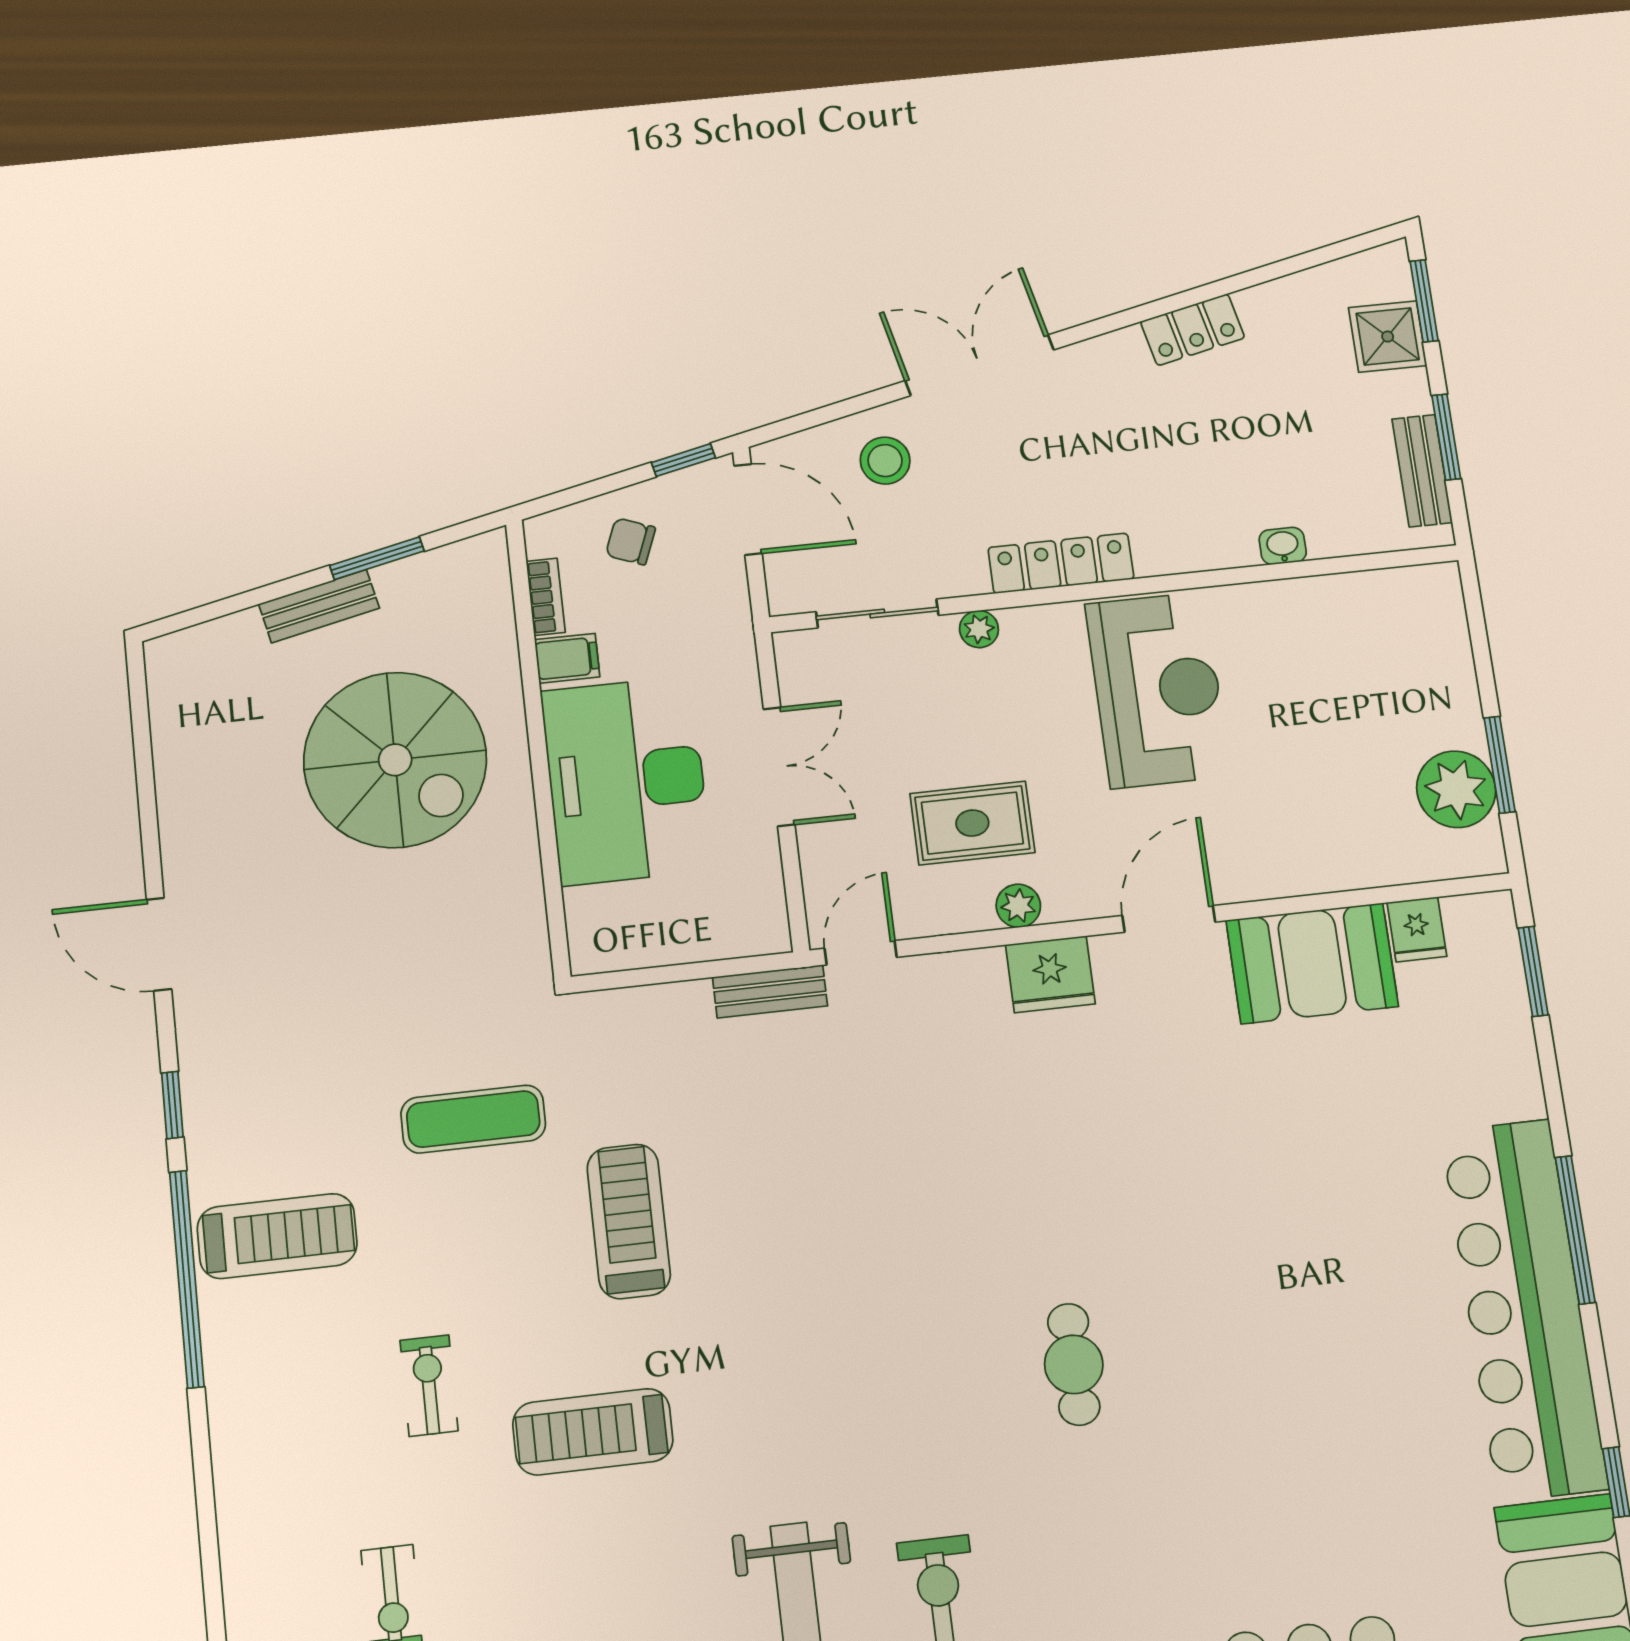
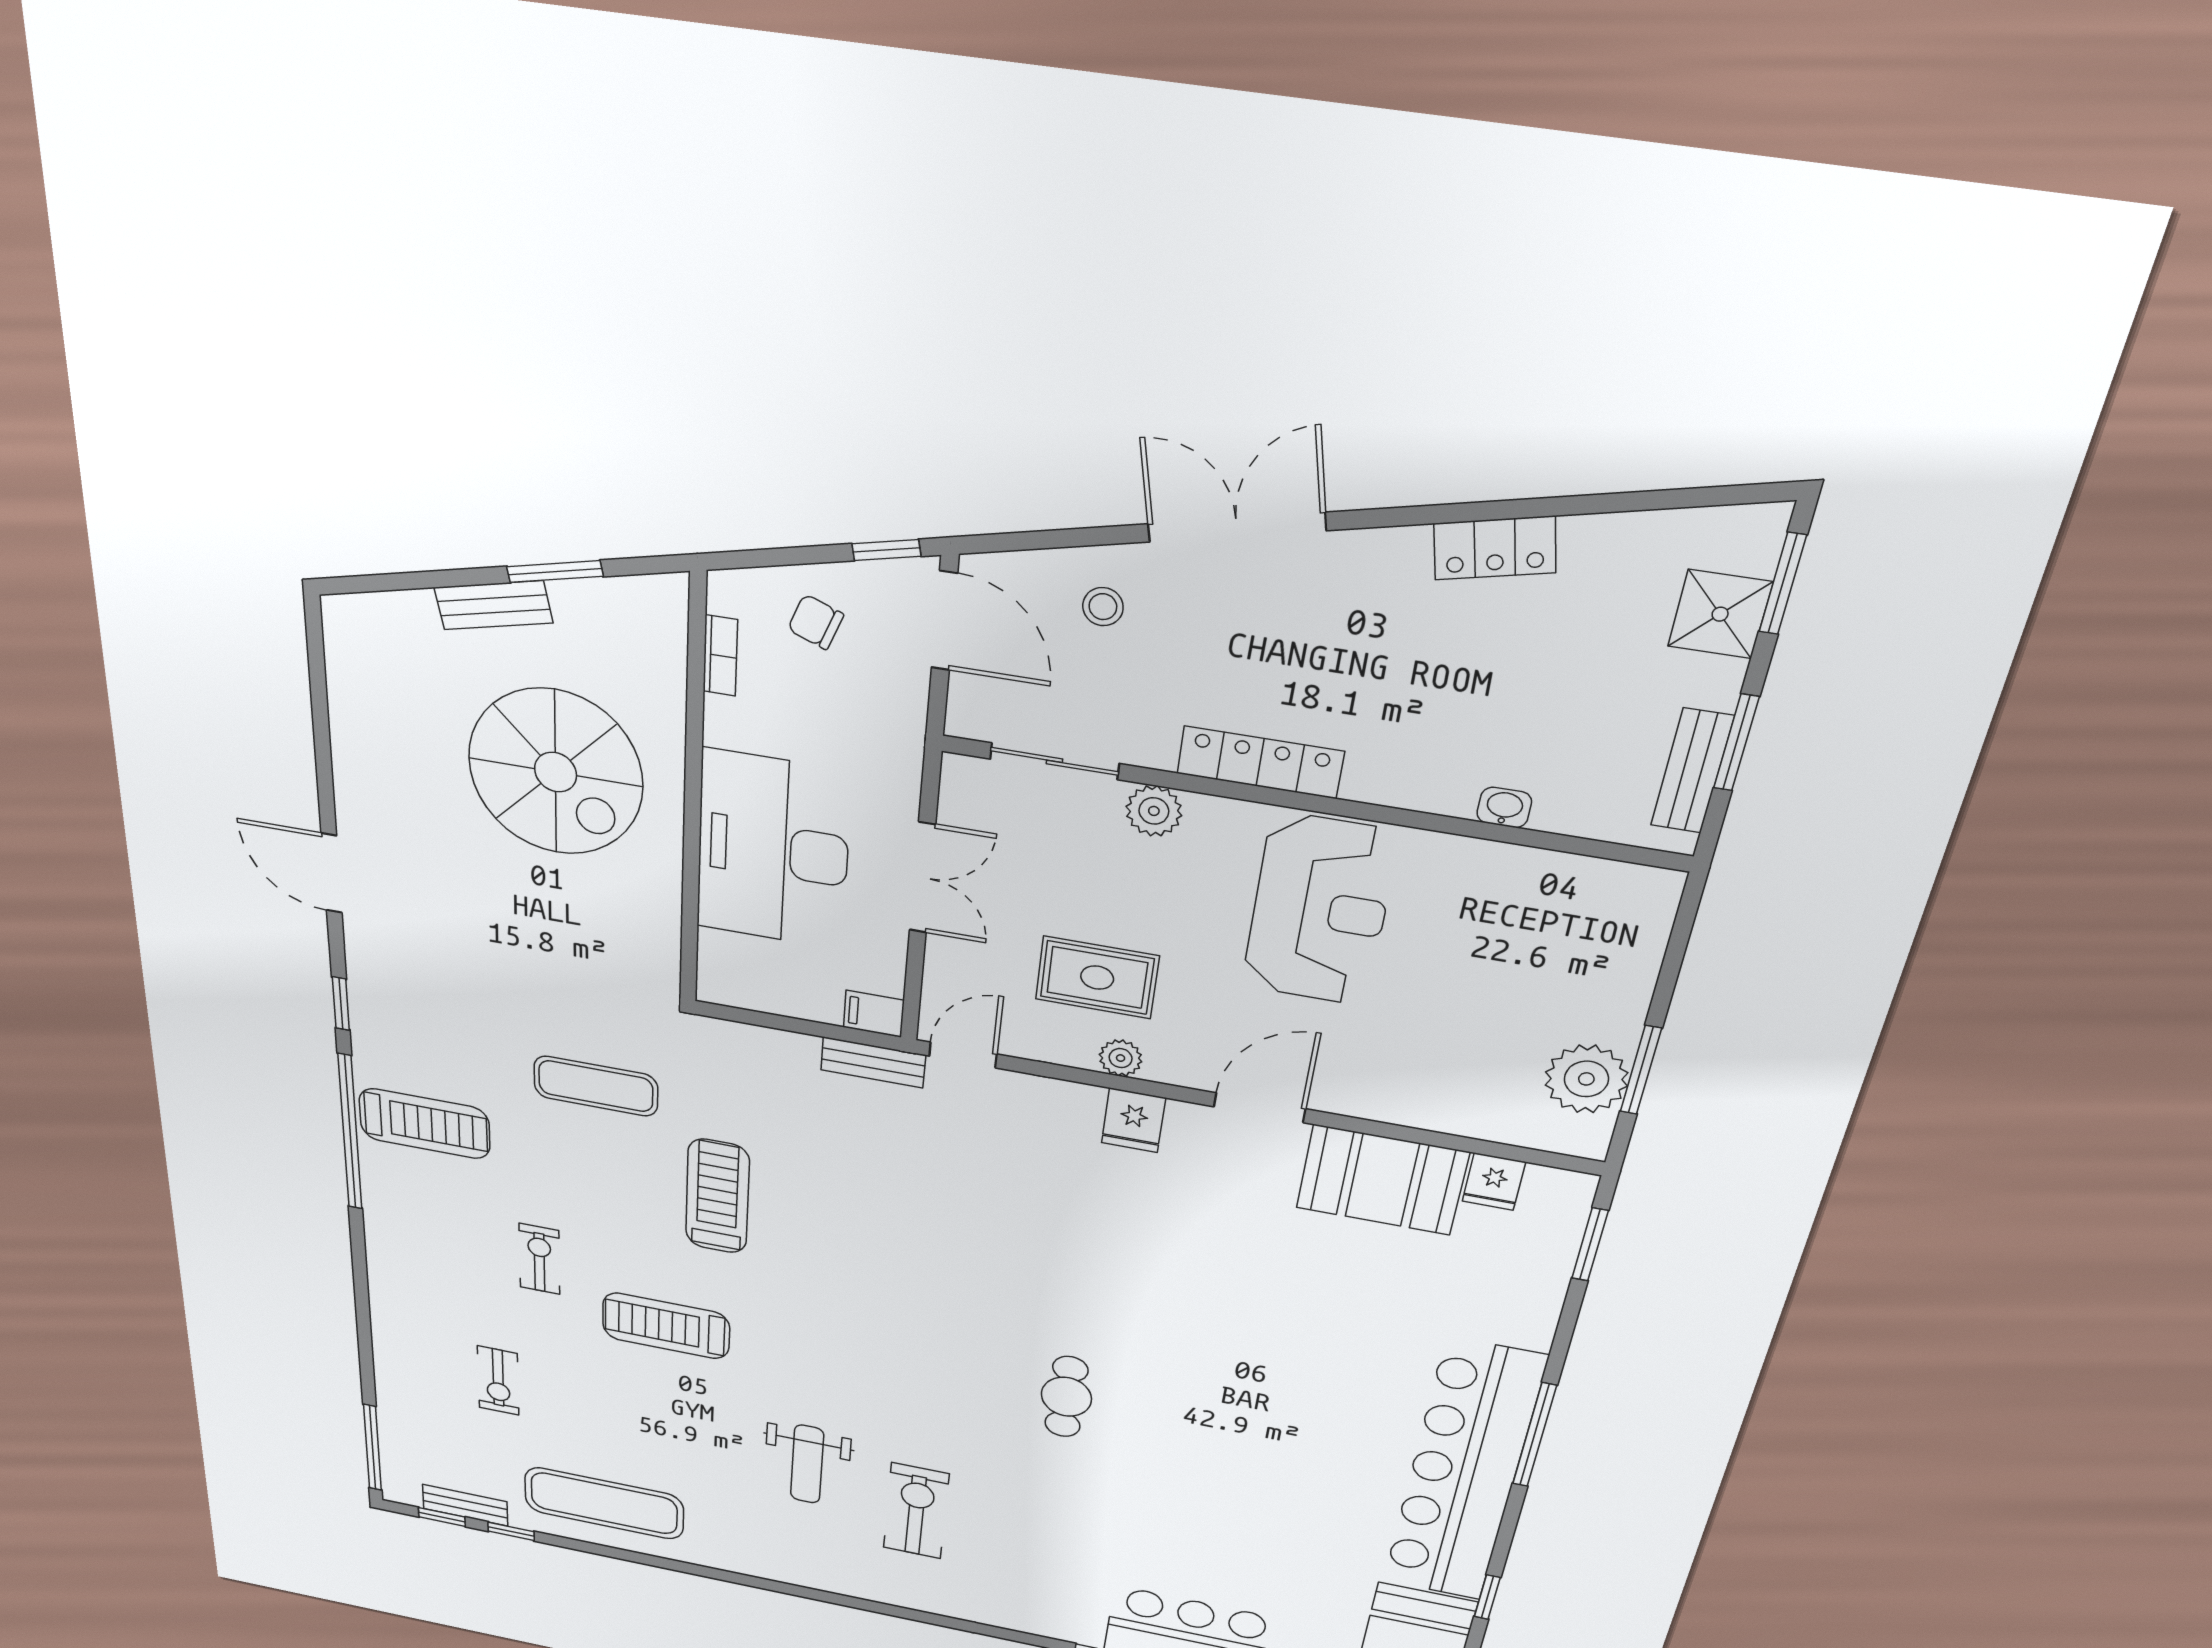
stool: (885, 461) -> (1103, 607), width x0.73, depth x0.73
plant: (979, 629) -> (1154, 811), width x1.38, depth x1.38
filing cabinet: (567, 658) -> (874, 1014), moved, turned 180
fridge: (1050, 974) -> (1134, 1120), width x0.72

